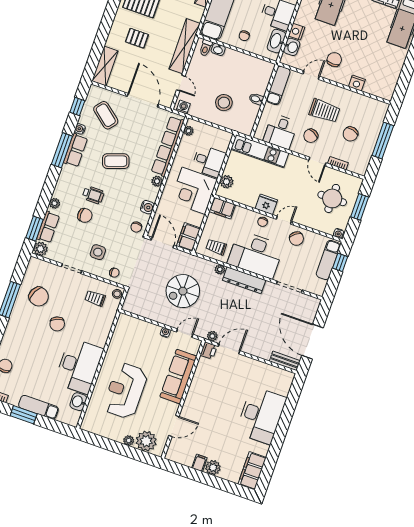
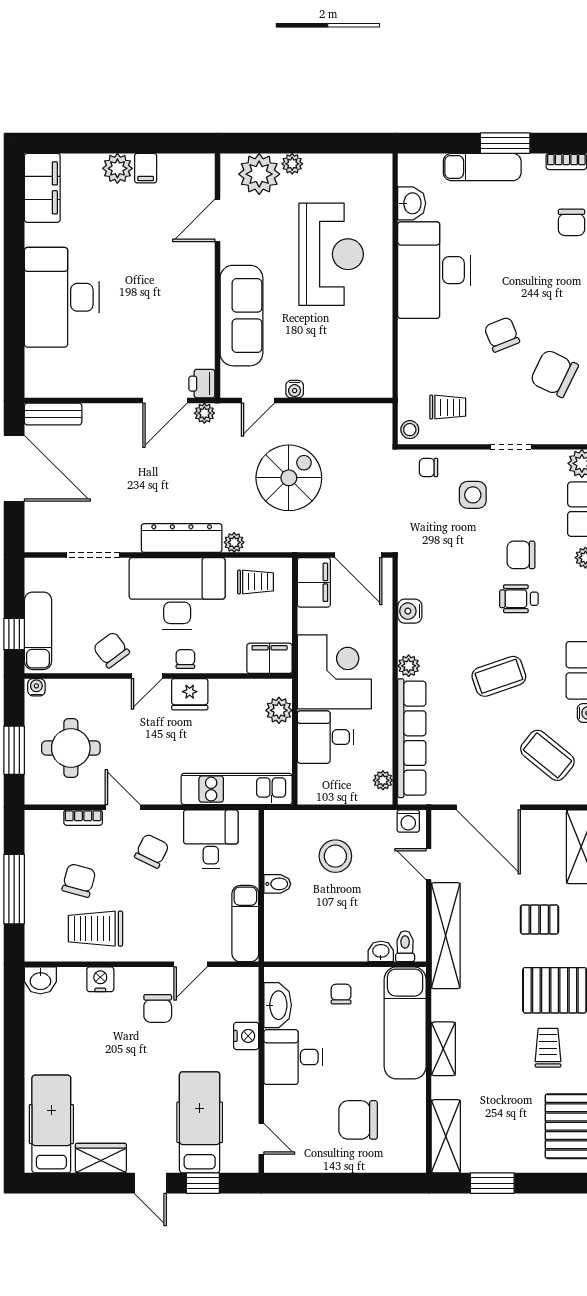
washbasin: (292, 47) -> (40, 980), moved, turned -90
trolley: (324, 111) -> (96, 929), moved
chair: (136, 227) -> (418, 567), removed

